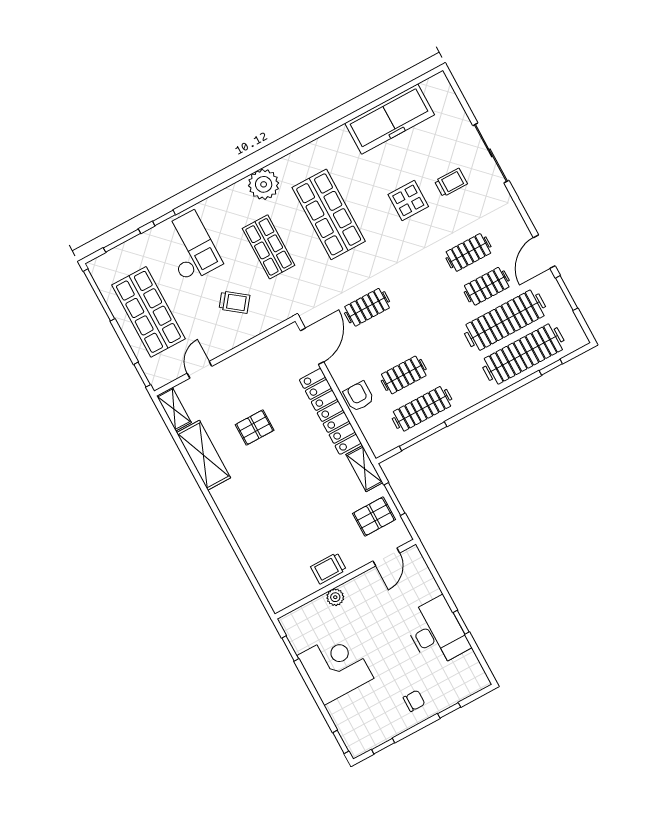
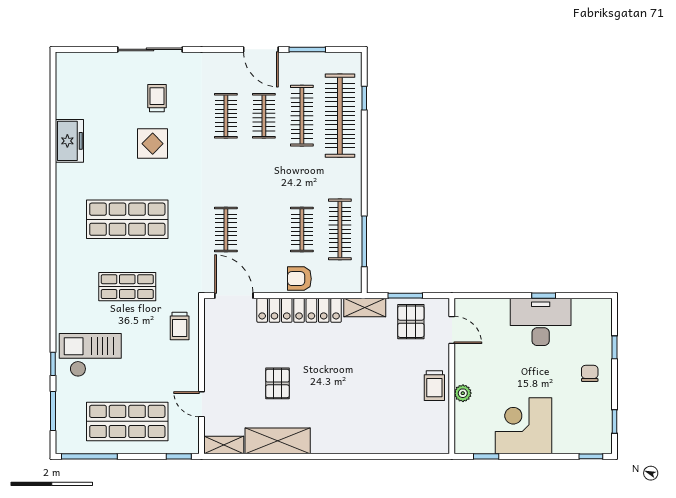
freezer: (390, 119) -> (69, 141), width x0.52, depth x0.79
plant: (264, 184) -> (71, 262), removed
trolley: (234, 302) -> (180, 326), moved, turned 143
clothes rail: (505, 320) -> (302, 116), width x0.73, depth x0.76

